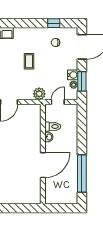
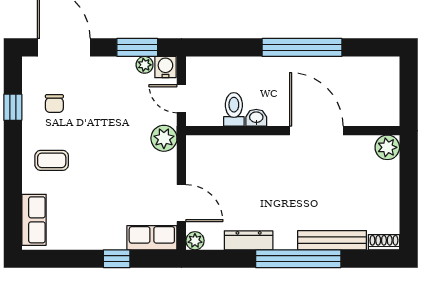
coffee table: (29, 61) -> (52, 160), moved
water cooler: (73, 75) -> (165, 67), moved
window: (82, 174) -> (302, 47), moved
plant: (35, 198) -> (387, 147), added

